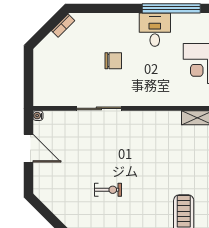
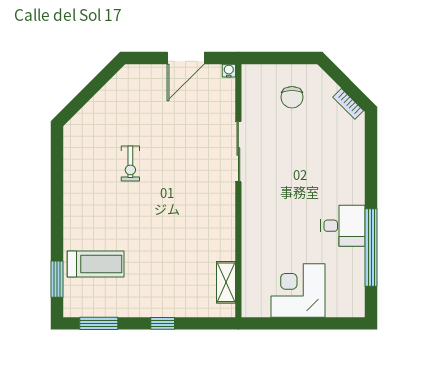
chair: (113, 61) -> (292, 97), moved

